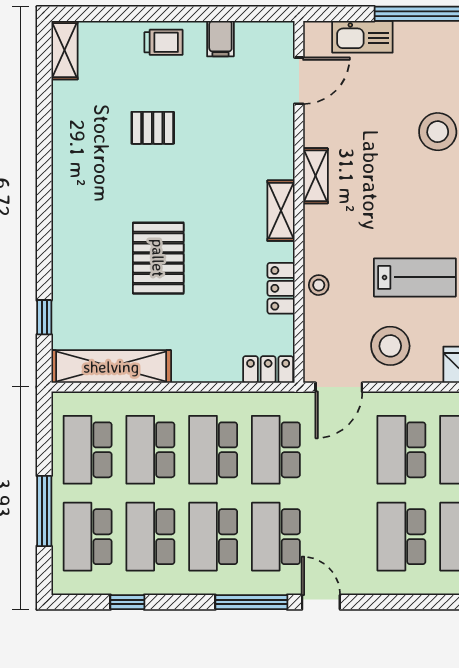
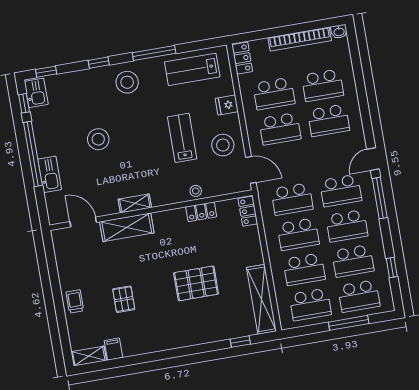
kitchen sink: (362, 37) -> (50, 174), moved
filing cabinet: (220, 39) -> (113, 349), moved, turned -90
shelving: (281, 211) -> (127, 227), moved, width x1.50, depth x1.33

